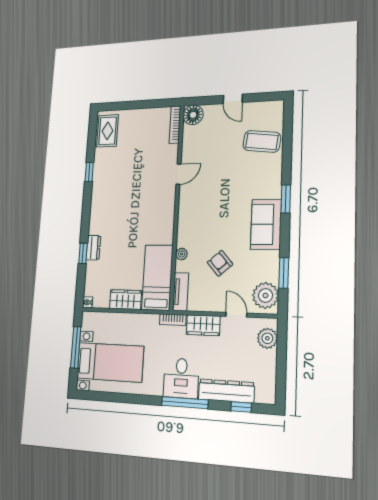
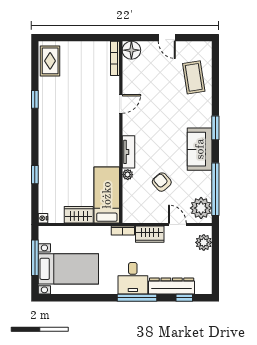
coffee table: (262, 141) -> (194, 77), turned 74
dresser: (93, 248) -> (45, 169), removed
window: (284, 273) -> (215, 189), width x2.11
tv unit: (181, 292) -> (128, 152), moved

